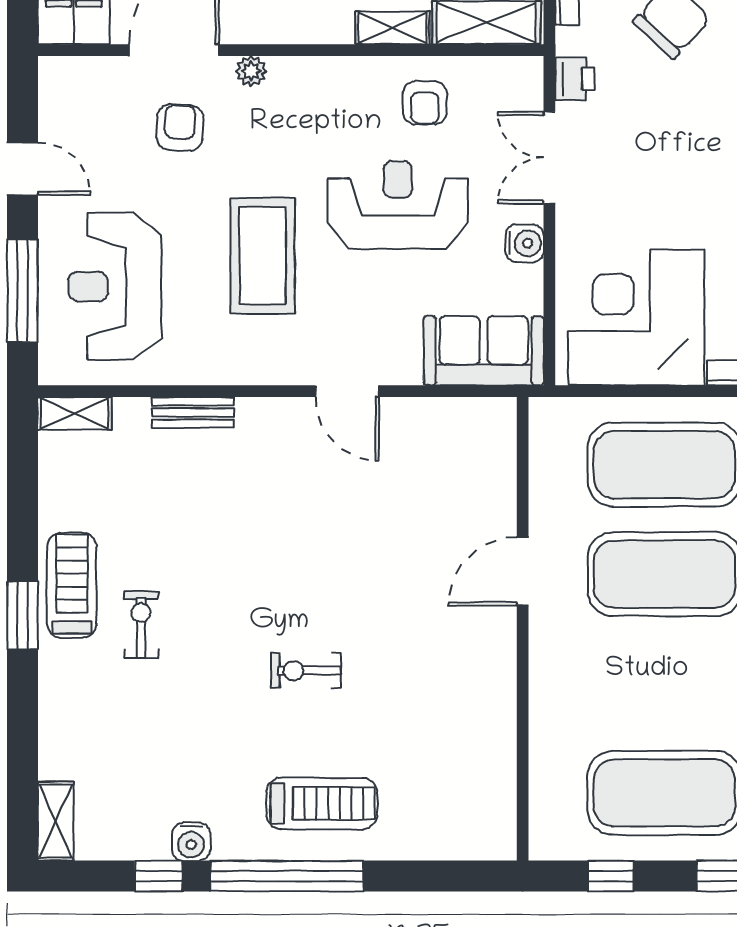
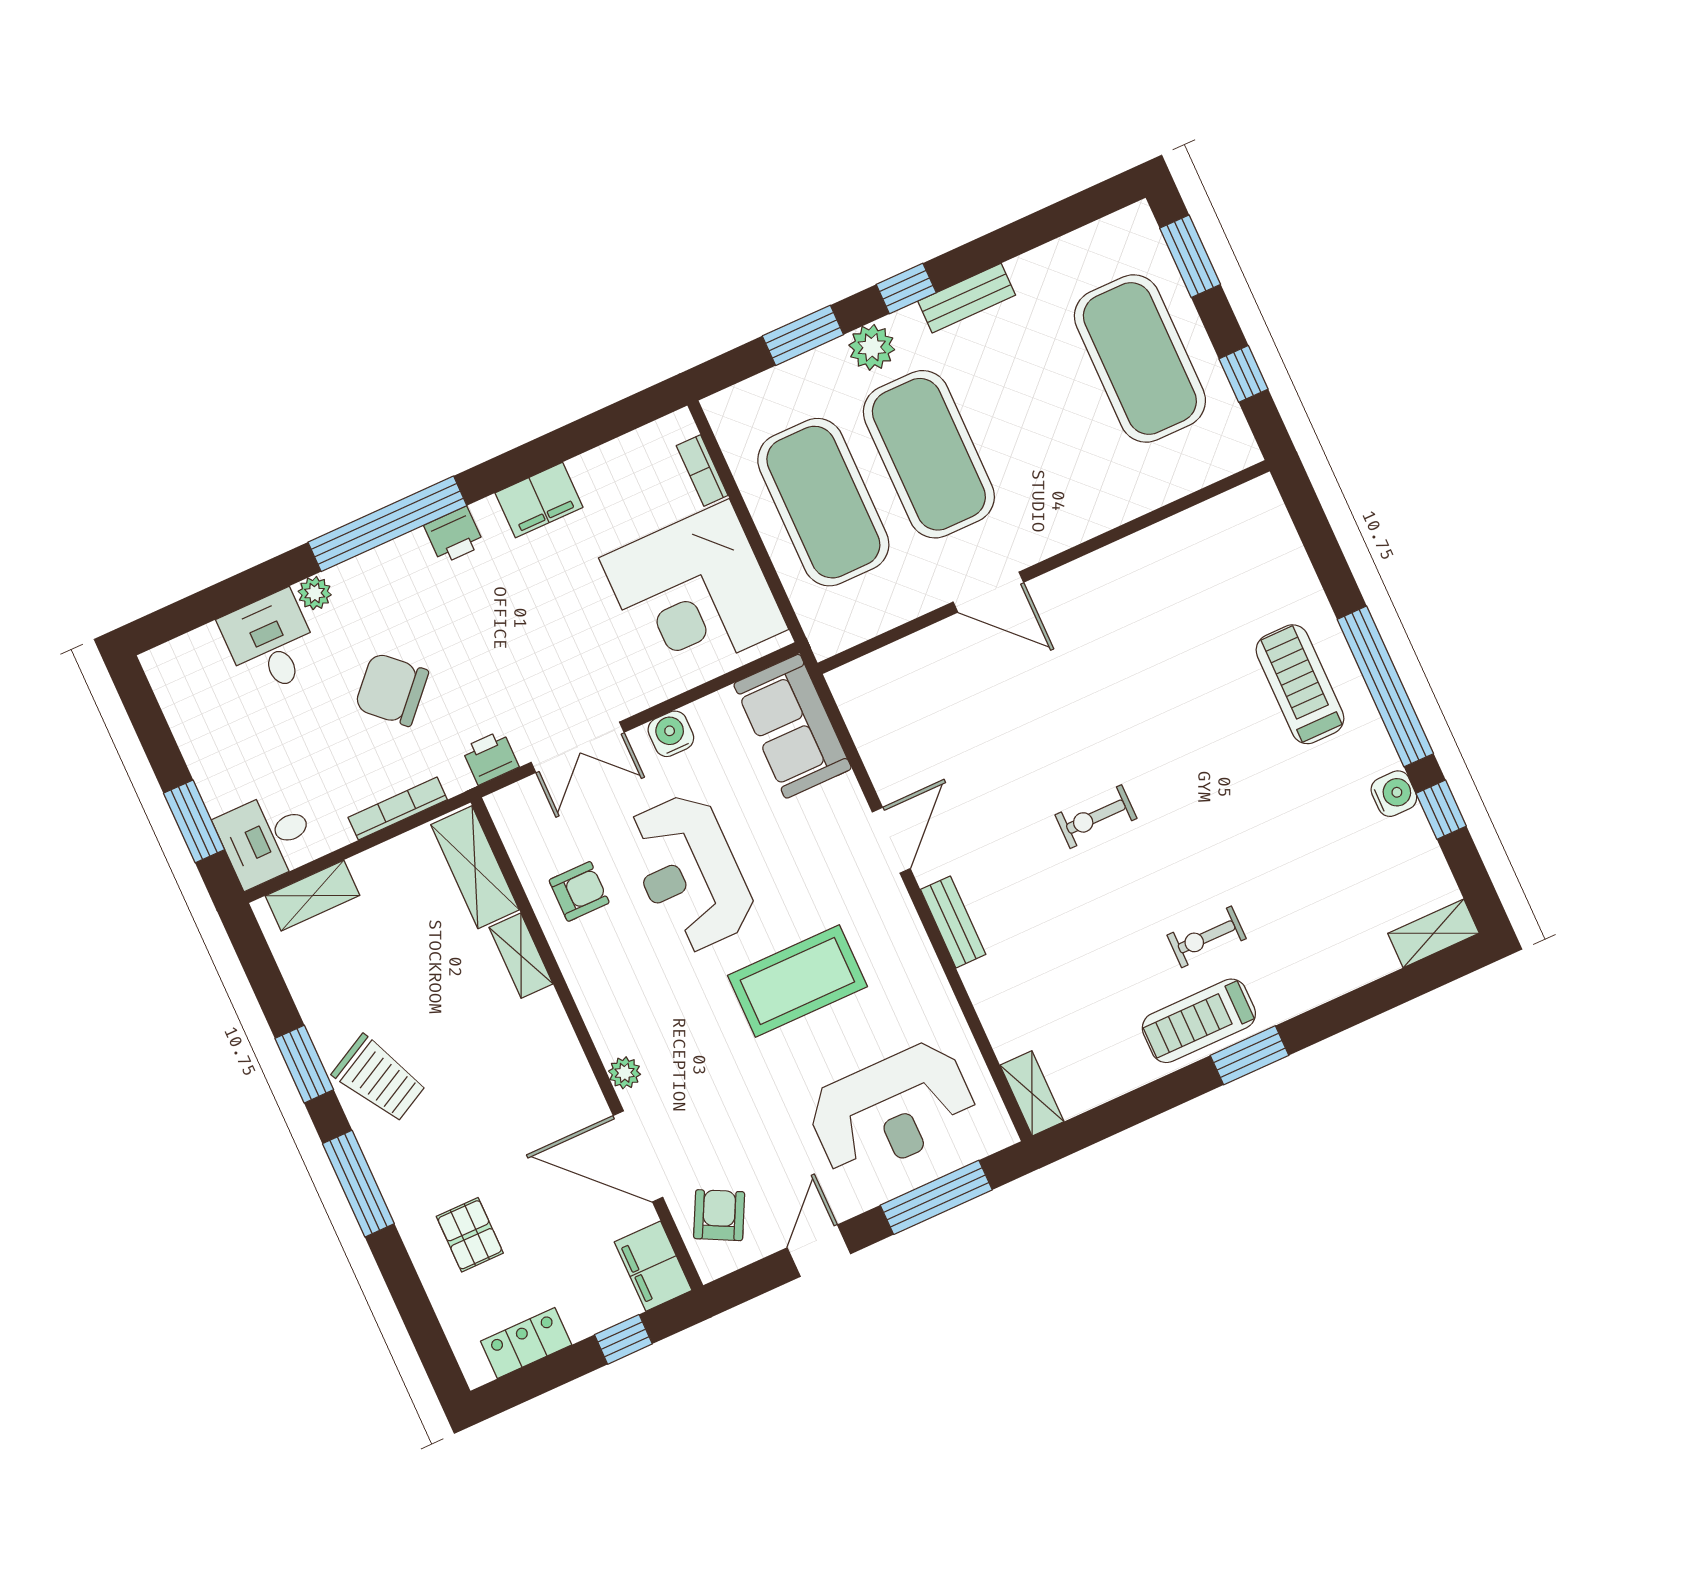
armchair: (180, 128) -> (719, 1215), moved, turned 114
bench: (193, 412) -> (953, 922), moved
exercise bike: (306, 671) -> (1096, 817), moved, turned 90

